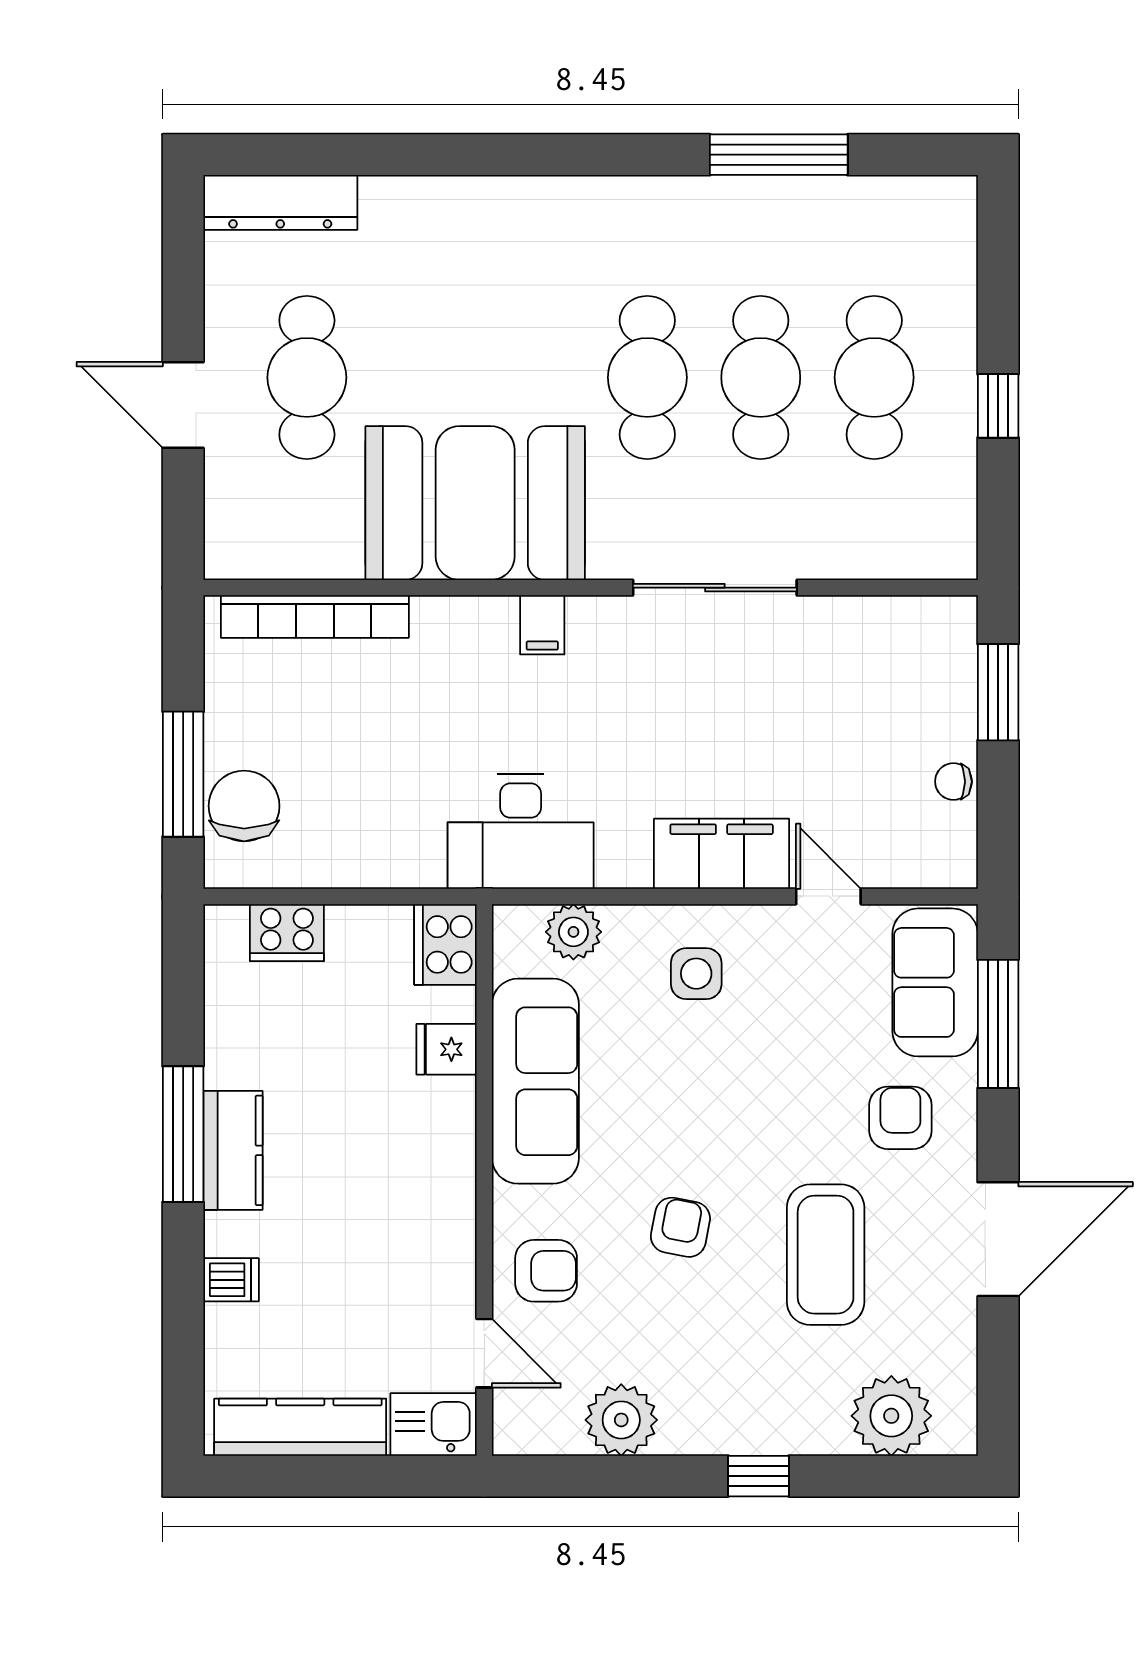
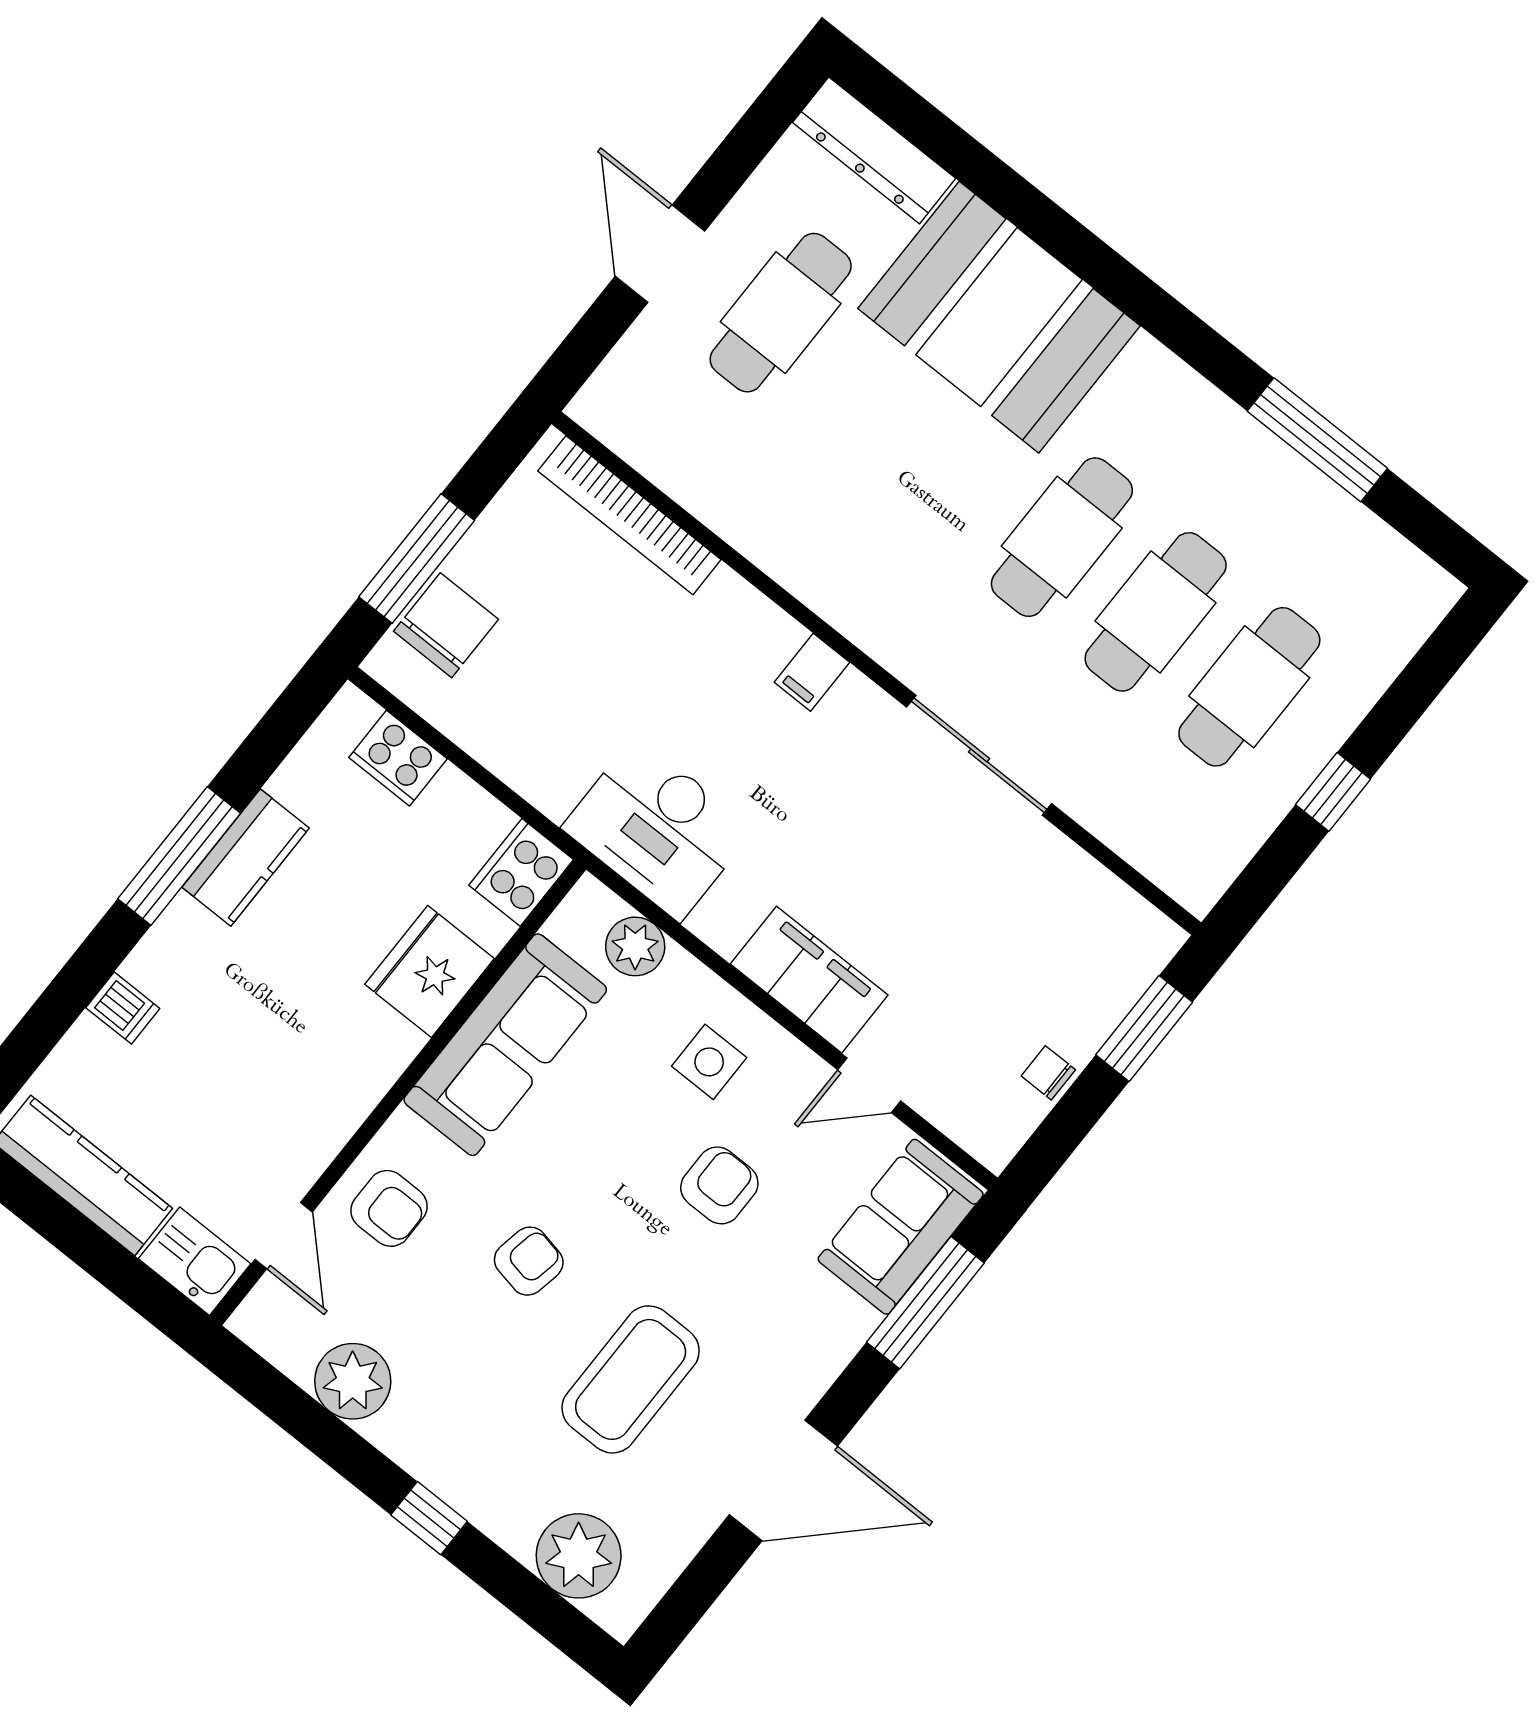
booth: (475, 503) -> (999, 317), moved
door: (828, 896) -> (869, 1085), swing flipped
fridge: (446, 1049) -> (430, 971), width x1.88, depth x1.34
armchair: (900, 1118) -> (719, 1185), moved
kitchen counter: (233, 1150) -> (246, 858), moved

